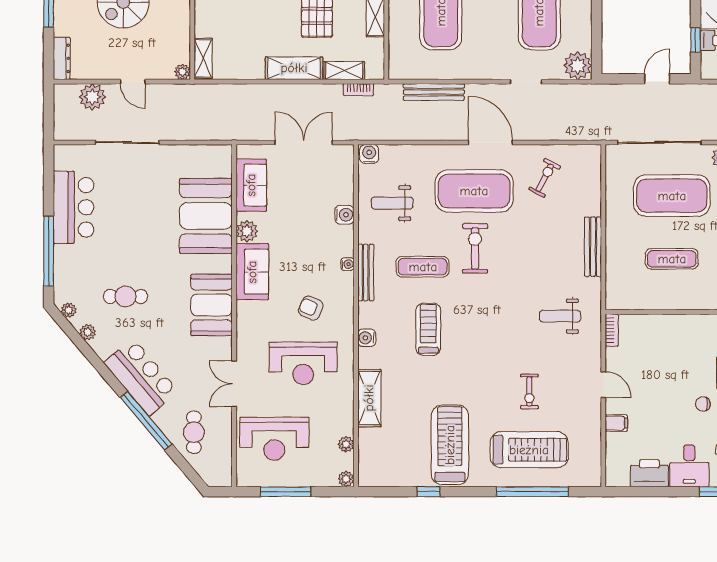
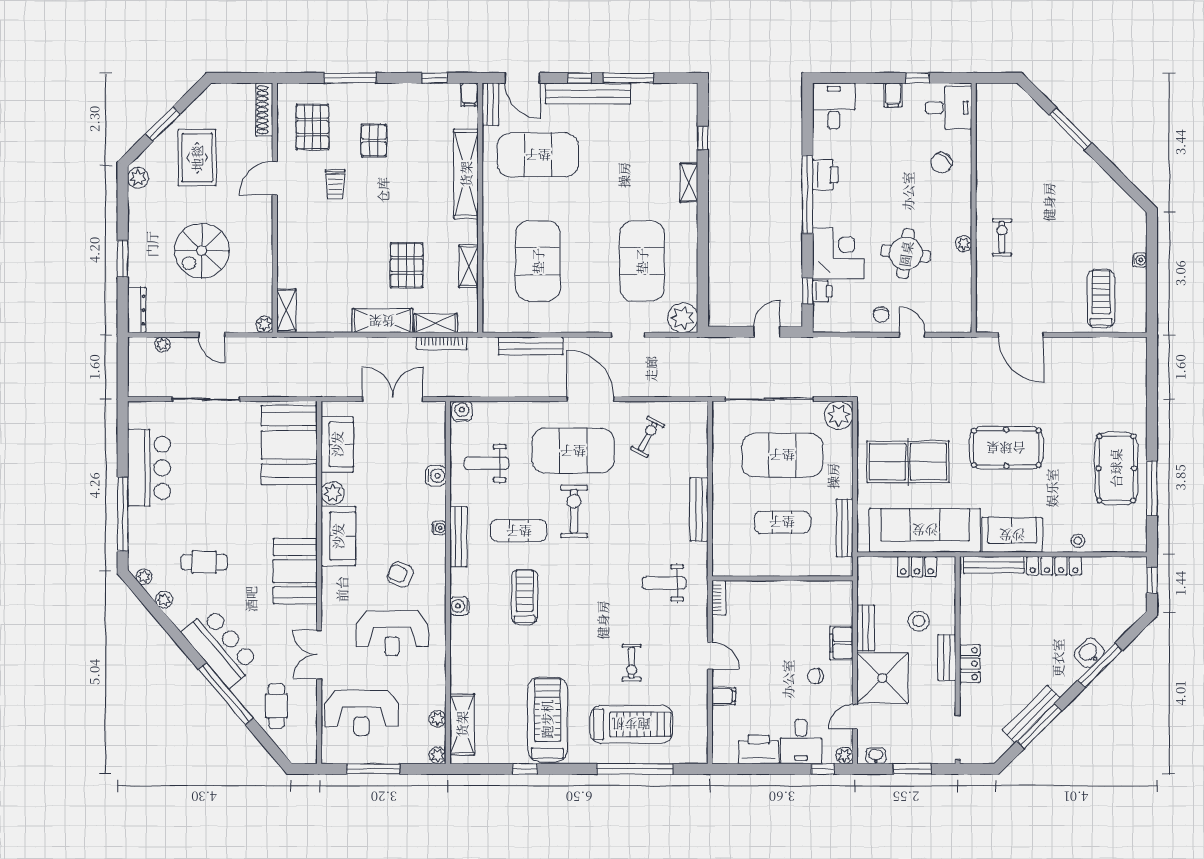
bookcase: (359, 90) -> (442, 343), width x1.56
plant: (92, 97) -> (162, 344), width x0.53, depth x0.53
booth: (206, 216) -> (289, 445), moved
shelving: (369, 398) -> (462, 724), moved

